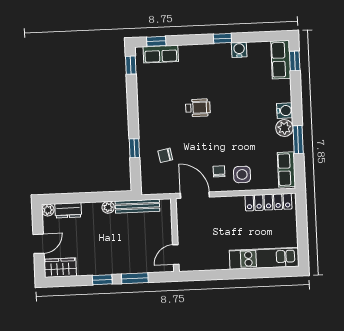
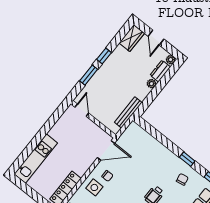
window: (134, 148) -> (187, 159), moved
chair: (165, 155) -> (182, 179), moved
plant: (108, 207) -> (151, 84), moved

